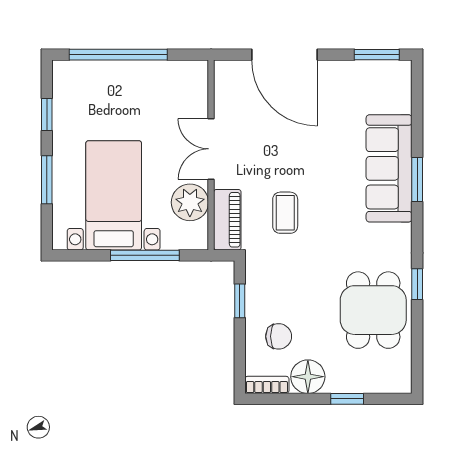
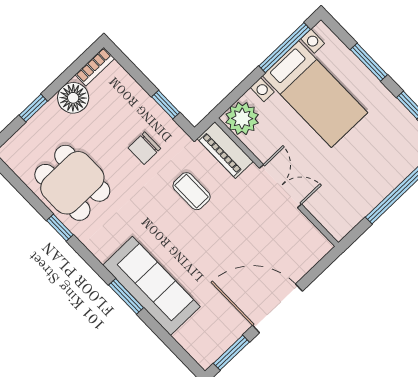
door: (284, 55) -> (277, 308), moved
plant: (190, 202) -> (242, 119), moved
window: (145, 255) -> (285, 48), moved
chair: (279, 336) -> (144, 148), moved

